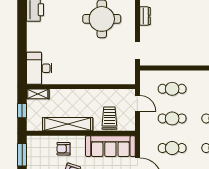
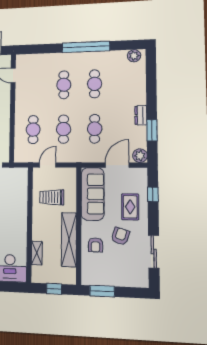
shelving: (38, 94) -> (37, 253), moved
trolley: (109, 118) -> (52, 197), moved

